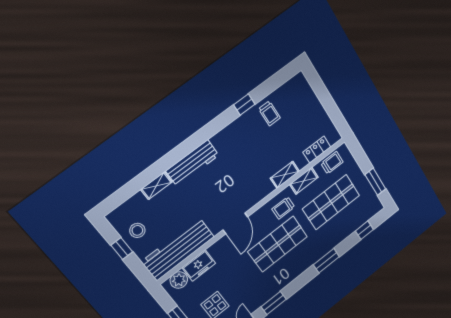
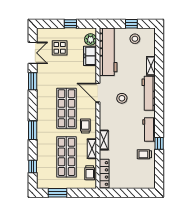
workbench: (236, 130) -> (149, 130), added
locker: (317, 150) -> (104, 173), width x1.53
stool: (222, 191) -> (122, 98), added

